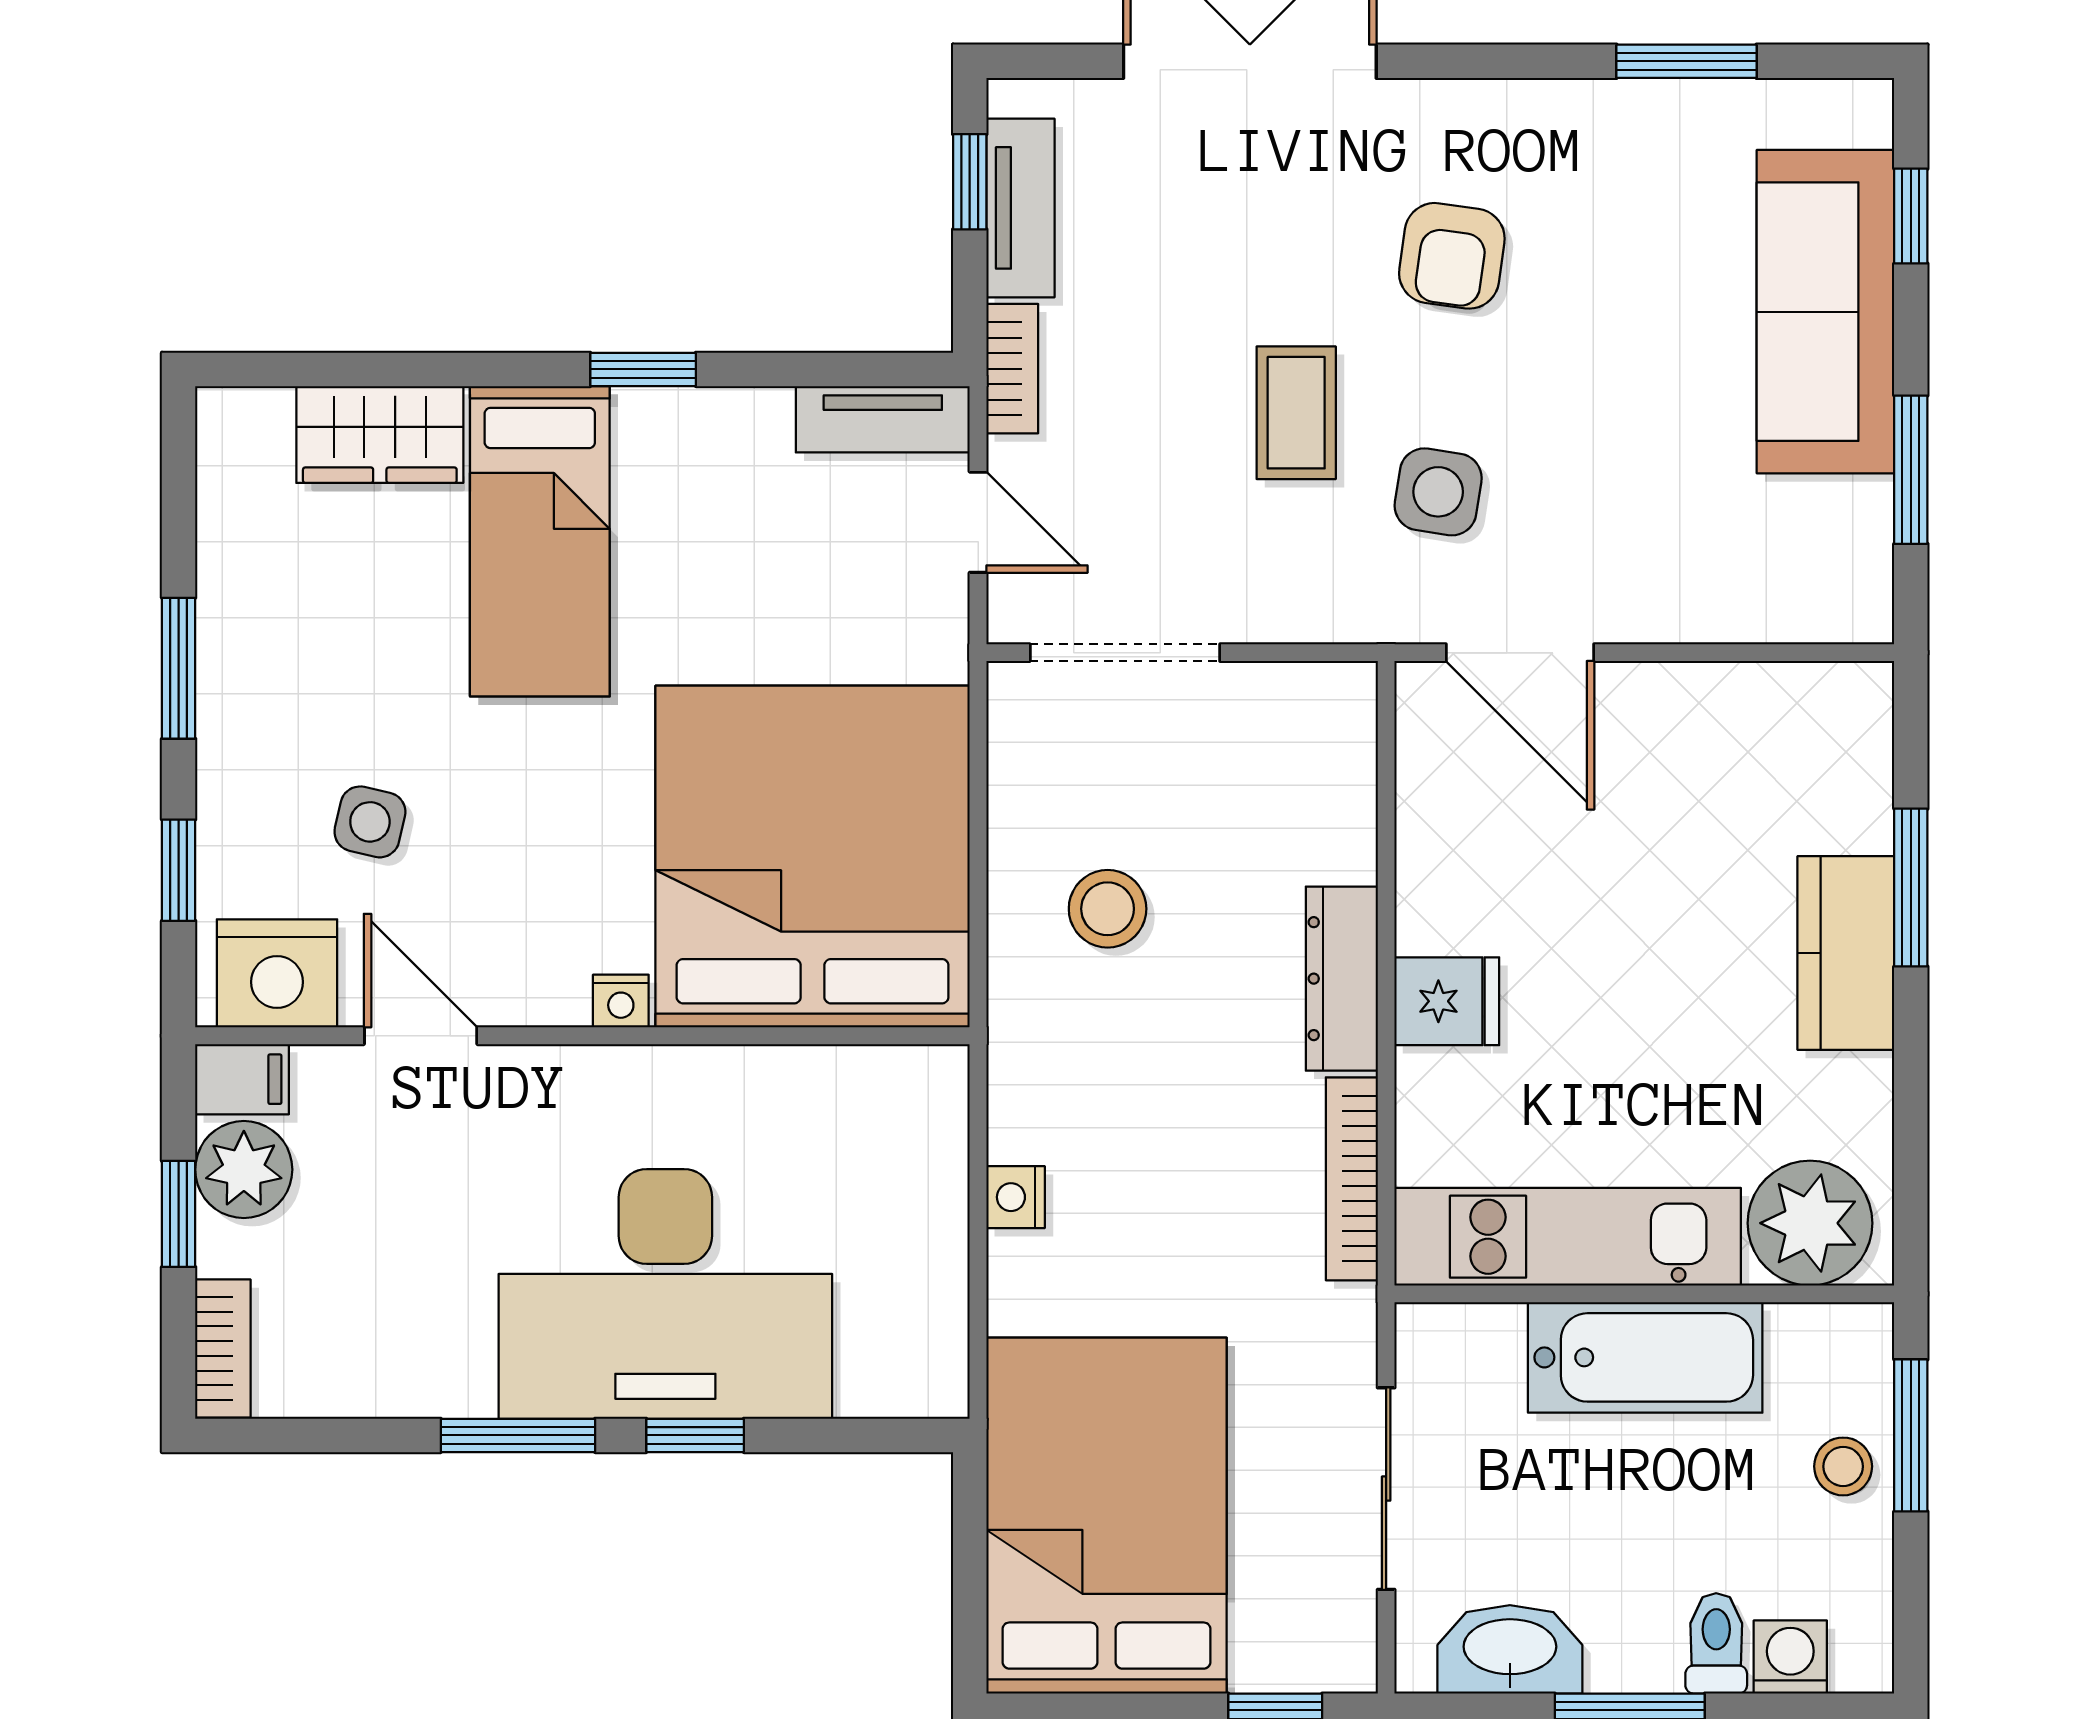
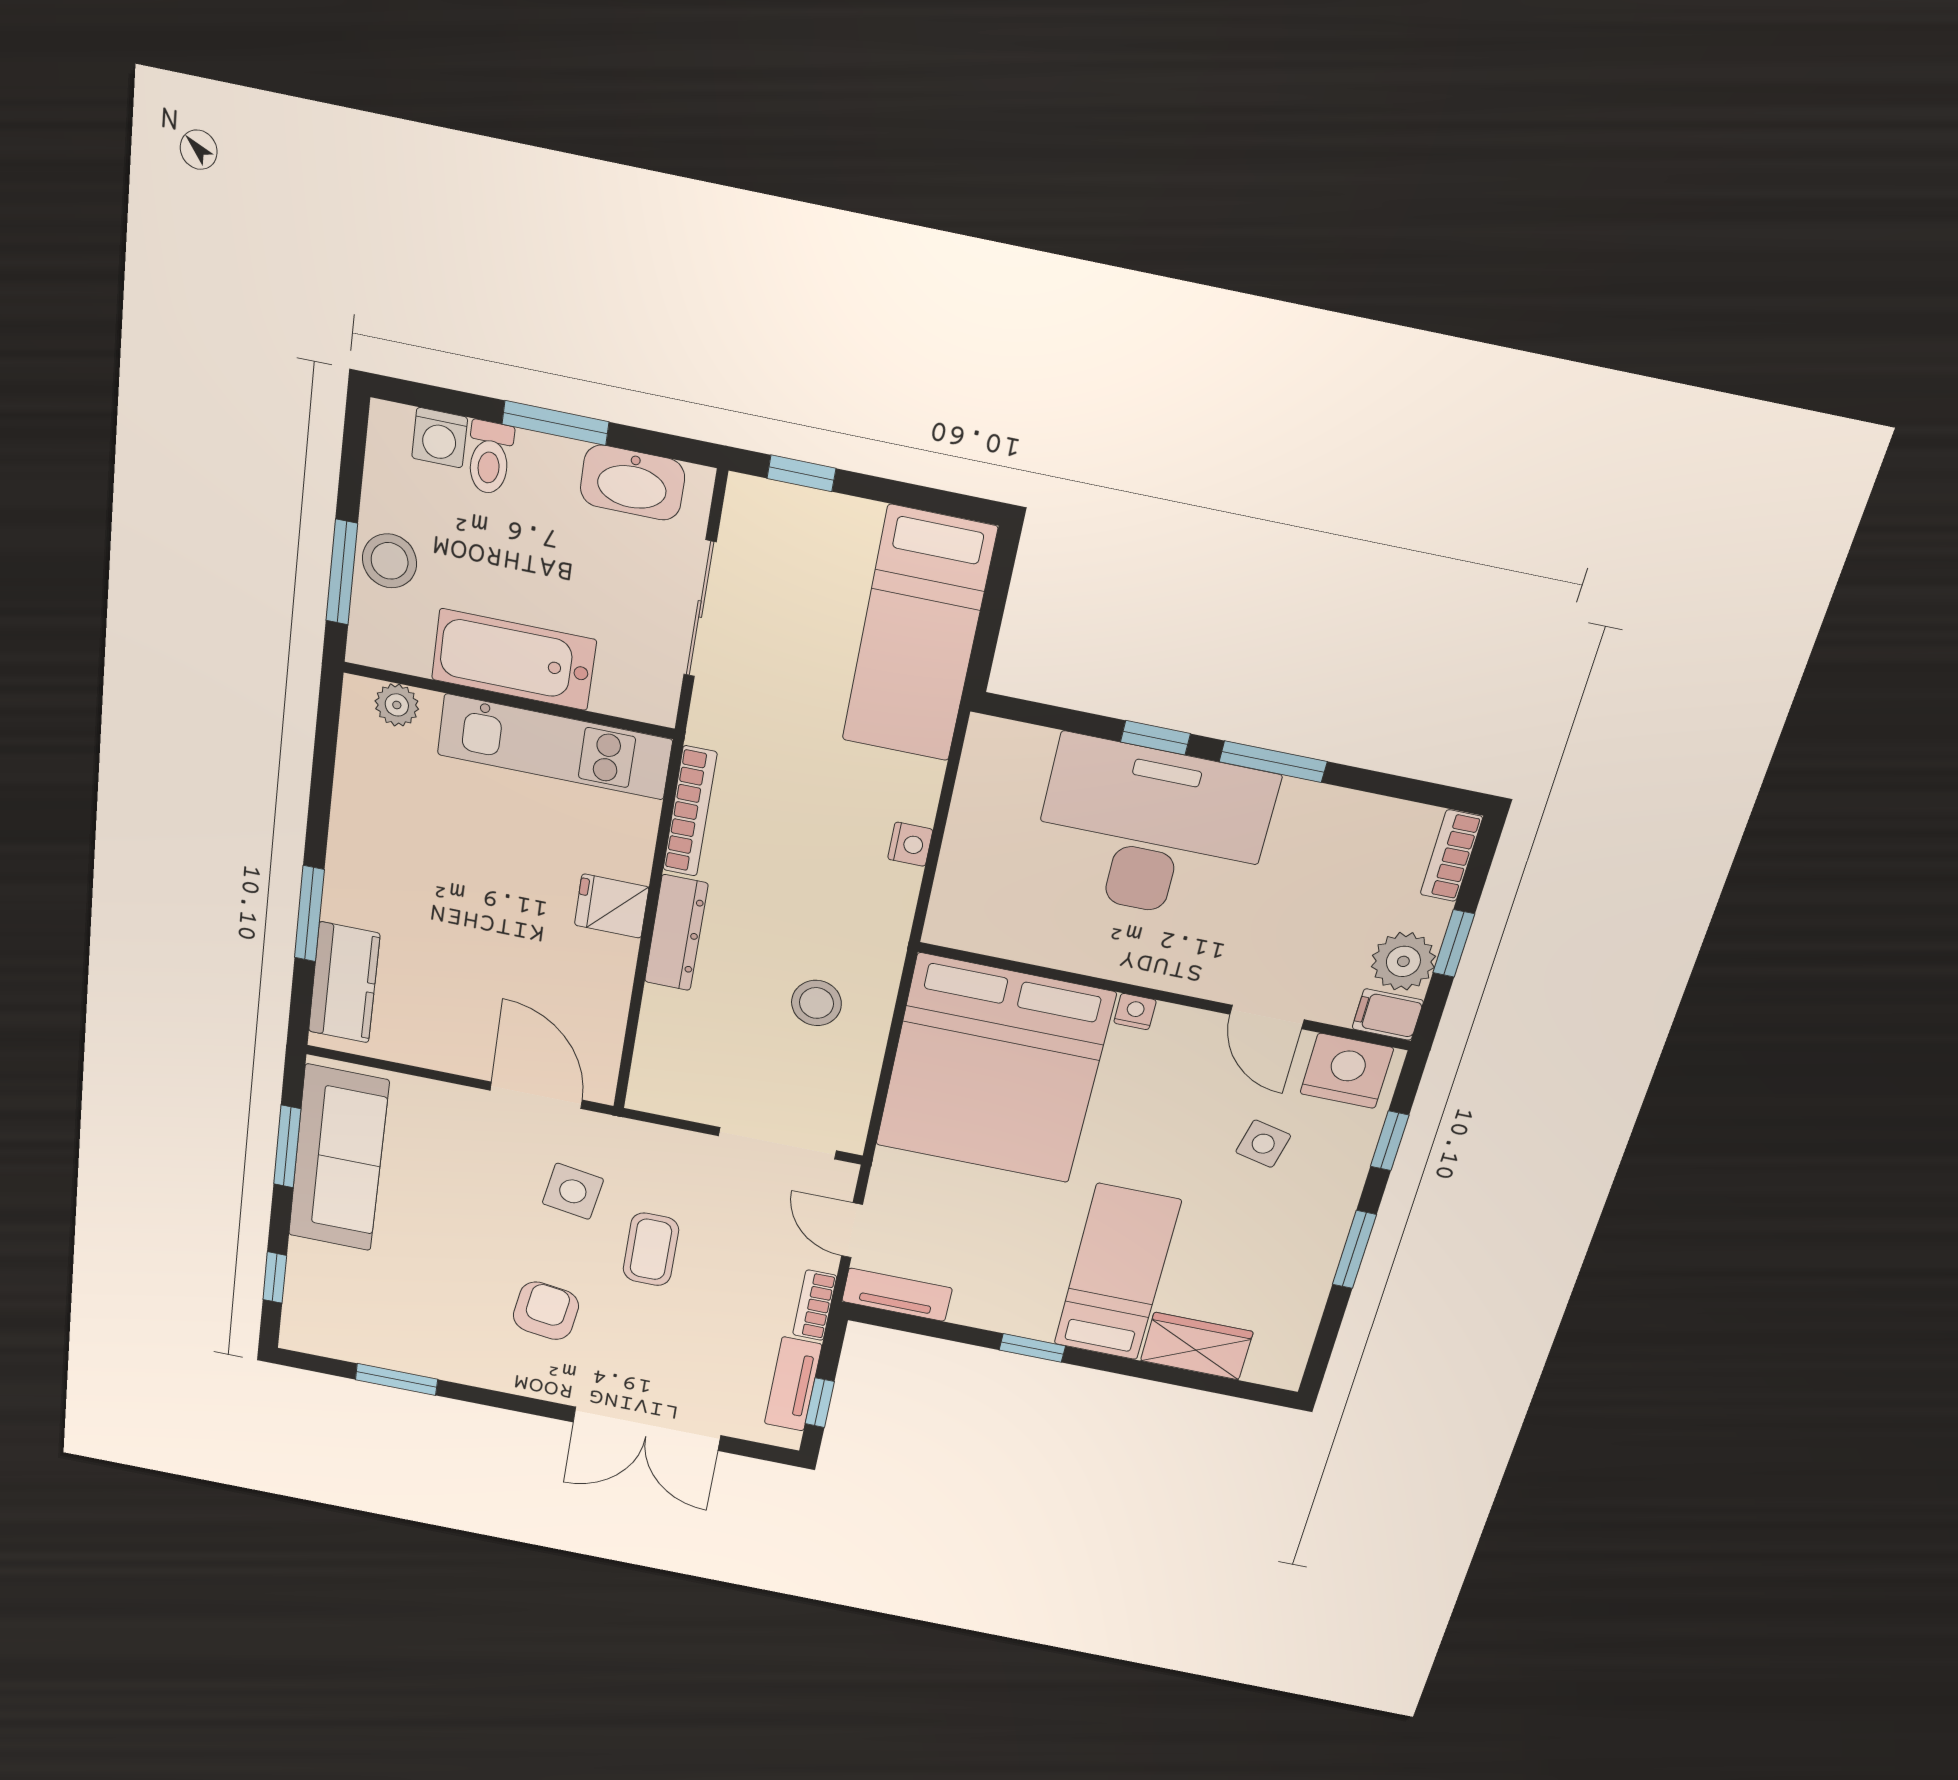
sofa: (1825, 312) -> (338, 1159), moved
kitchen counter: (1846, 953) -> (344, 983), moved
plant: (1810, 1223) -> (397, 705), width x0.53, depth x0.53
stool: (1843, 1466) -> (390, 561), width x1.37, depth x1.37
bed: (1107, 1516) -> (919, 635), width x0.67

